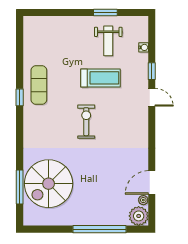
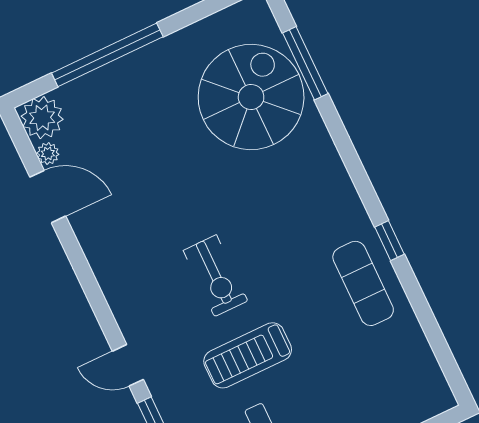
exercise bike: (86, 122) -> (215, 276), moved
door: (152, 182) -> (48, 197), hinge flipped

